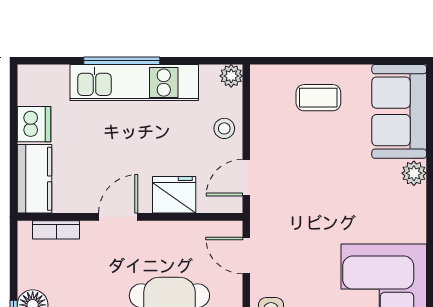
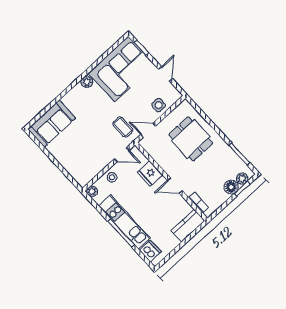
coffee table: (318, 98) -> (123, 127), moved
dishwasher: (34, 124) -> (150, 251), moved, turned 90
plant: (414, 173) -> (87, 82), moved
door: (246, 256) -> (148, 130), swing flipped

